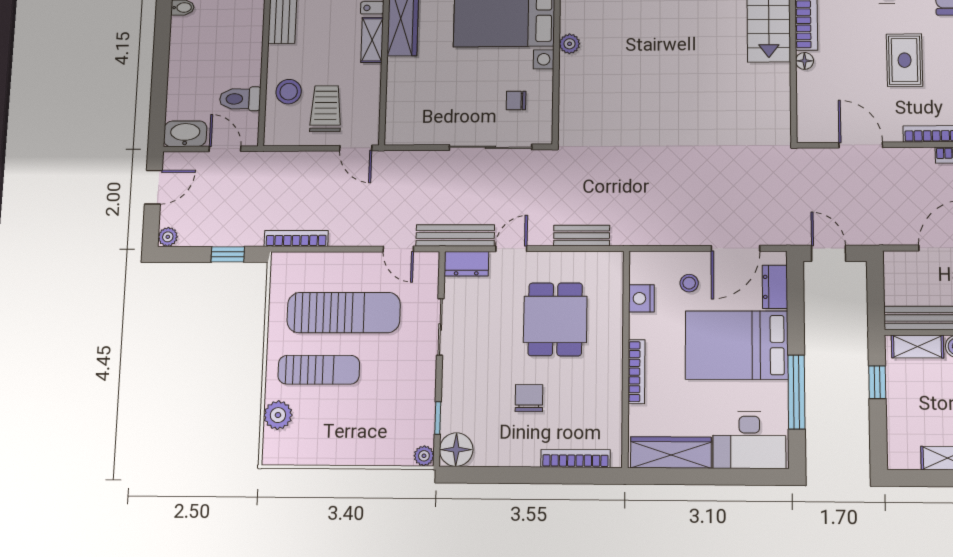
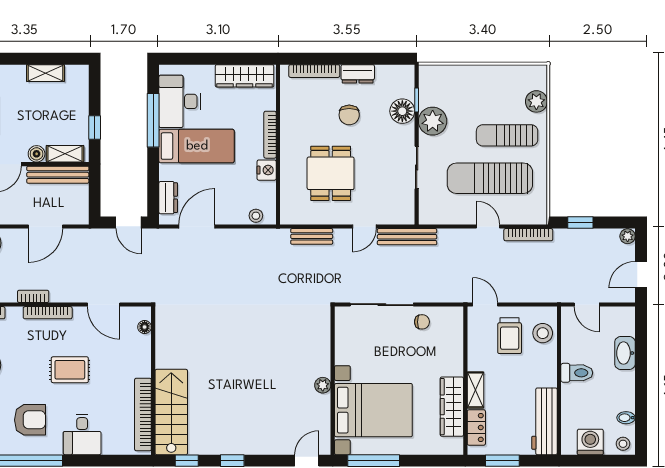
rug: (905, 60) -> (70, 370), turned 90
floor lamp: (804, 61) -> (145, 327), moved
stool: (289, 92) -> (543, 333), moved
toilet: (240, 99) -> (577, 373), moved
chair: (516, 100) -> (422, 322), moved
washbasin: (185, 134) -> (625, 353), moved, turned 90
door: (398, 249) -> (488, 226), moved
dresser: (466, 264) -> (358, 74), moved, turned 180
stool: (689, 283) -> (256, 216), moved
nightstand: (641, 298) -> (267, 170), moved
bed: (737, 345) -> (197, 146), width x0.67
desk: (749, 440) -> (180, 101), moved, turned -90
floor lamp: (456, 450) -> (402, 111), moved
plant: (424, 456) -> (433, 121), moved, width x1.88, depth x1.88

